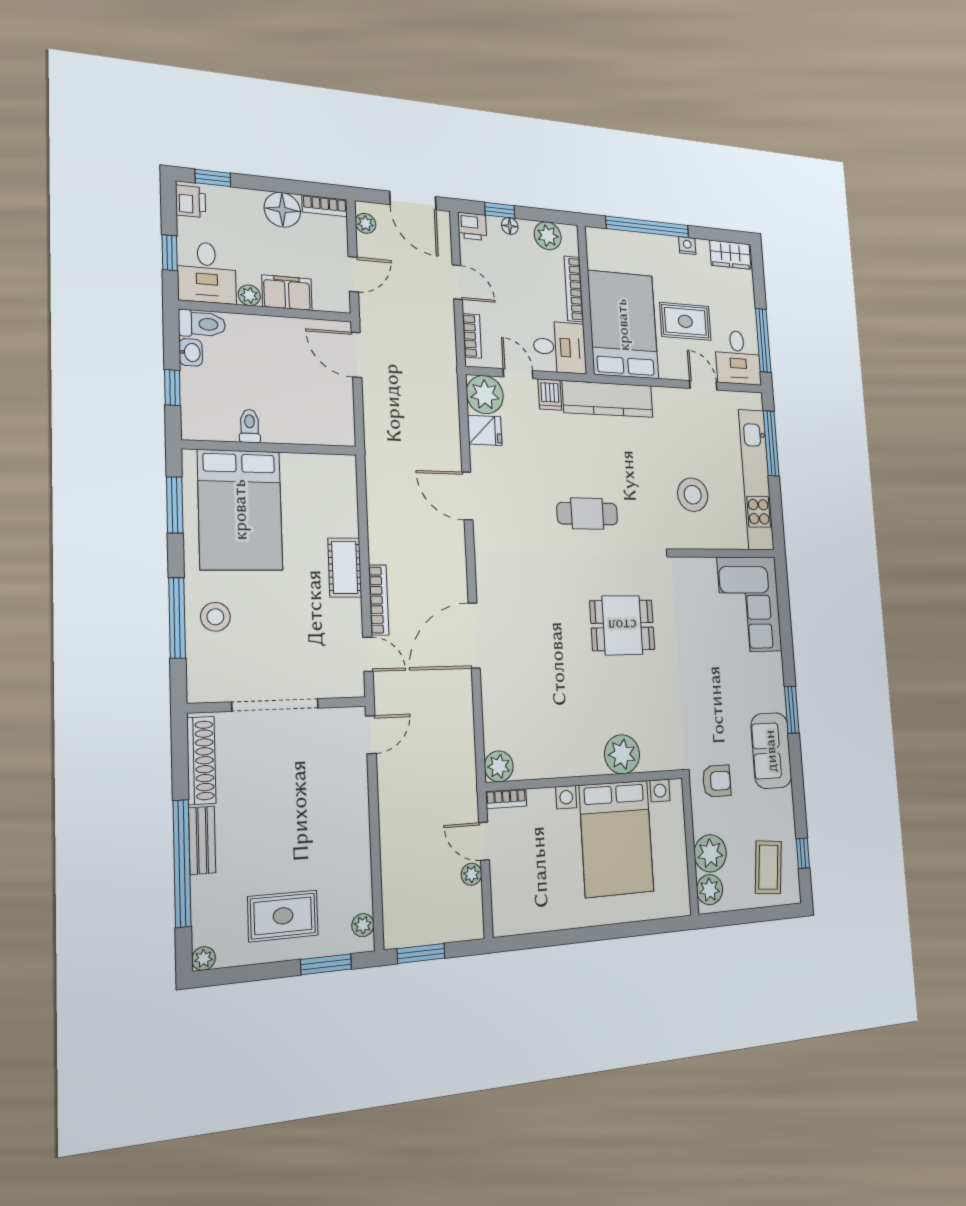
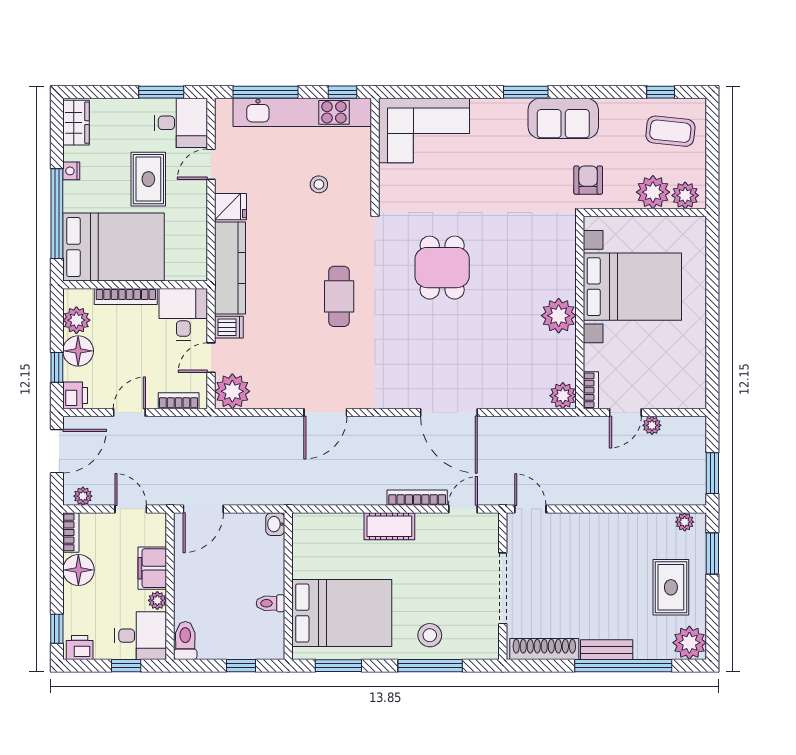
floor lamp: (510, 226) -> (78, 351), width x1.89, depth x1.89
bed: (623, 325) -> (114, 247), moved, turned 180
window: (763, 340) -> (161, 92), width x0.69
washbasin: (191, 352) -> (275, 524), moved, turned -90
fridge: (485, 430) -> (231, 207), moved, turned 90
stool: (693, 495) -> (319, 184), width x0.53, depth x0.53
window: (777, 521) -> (342, 92), added
plant: (622, 754) -> (559, 316), moved
plant: (204, 958) -> (689, 643), width x1.88, depth x1.88

